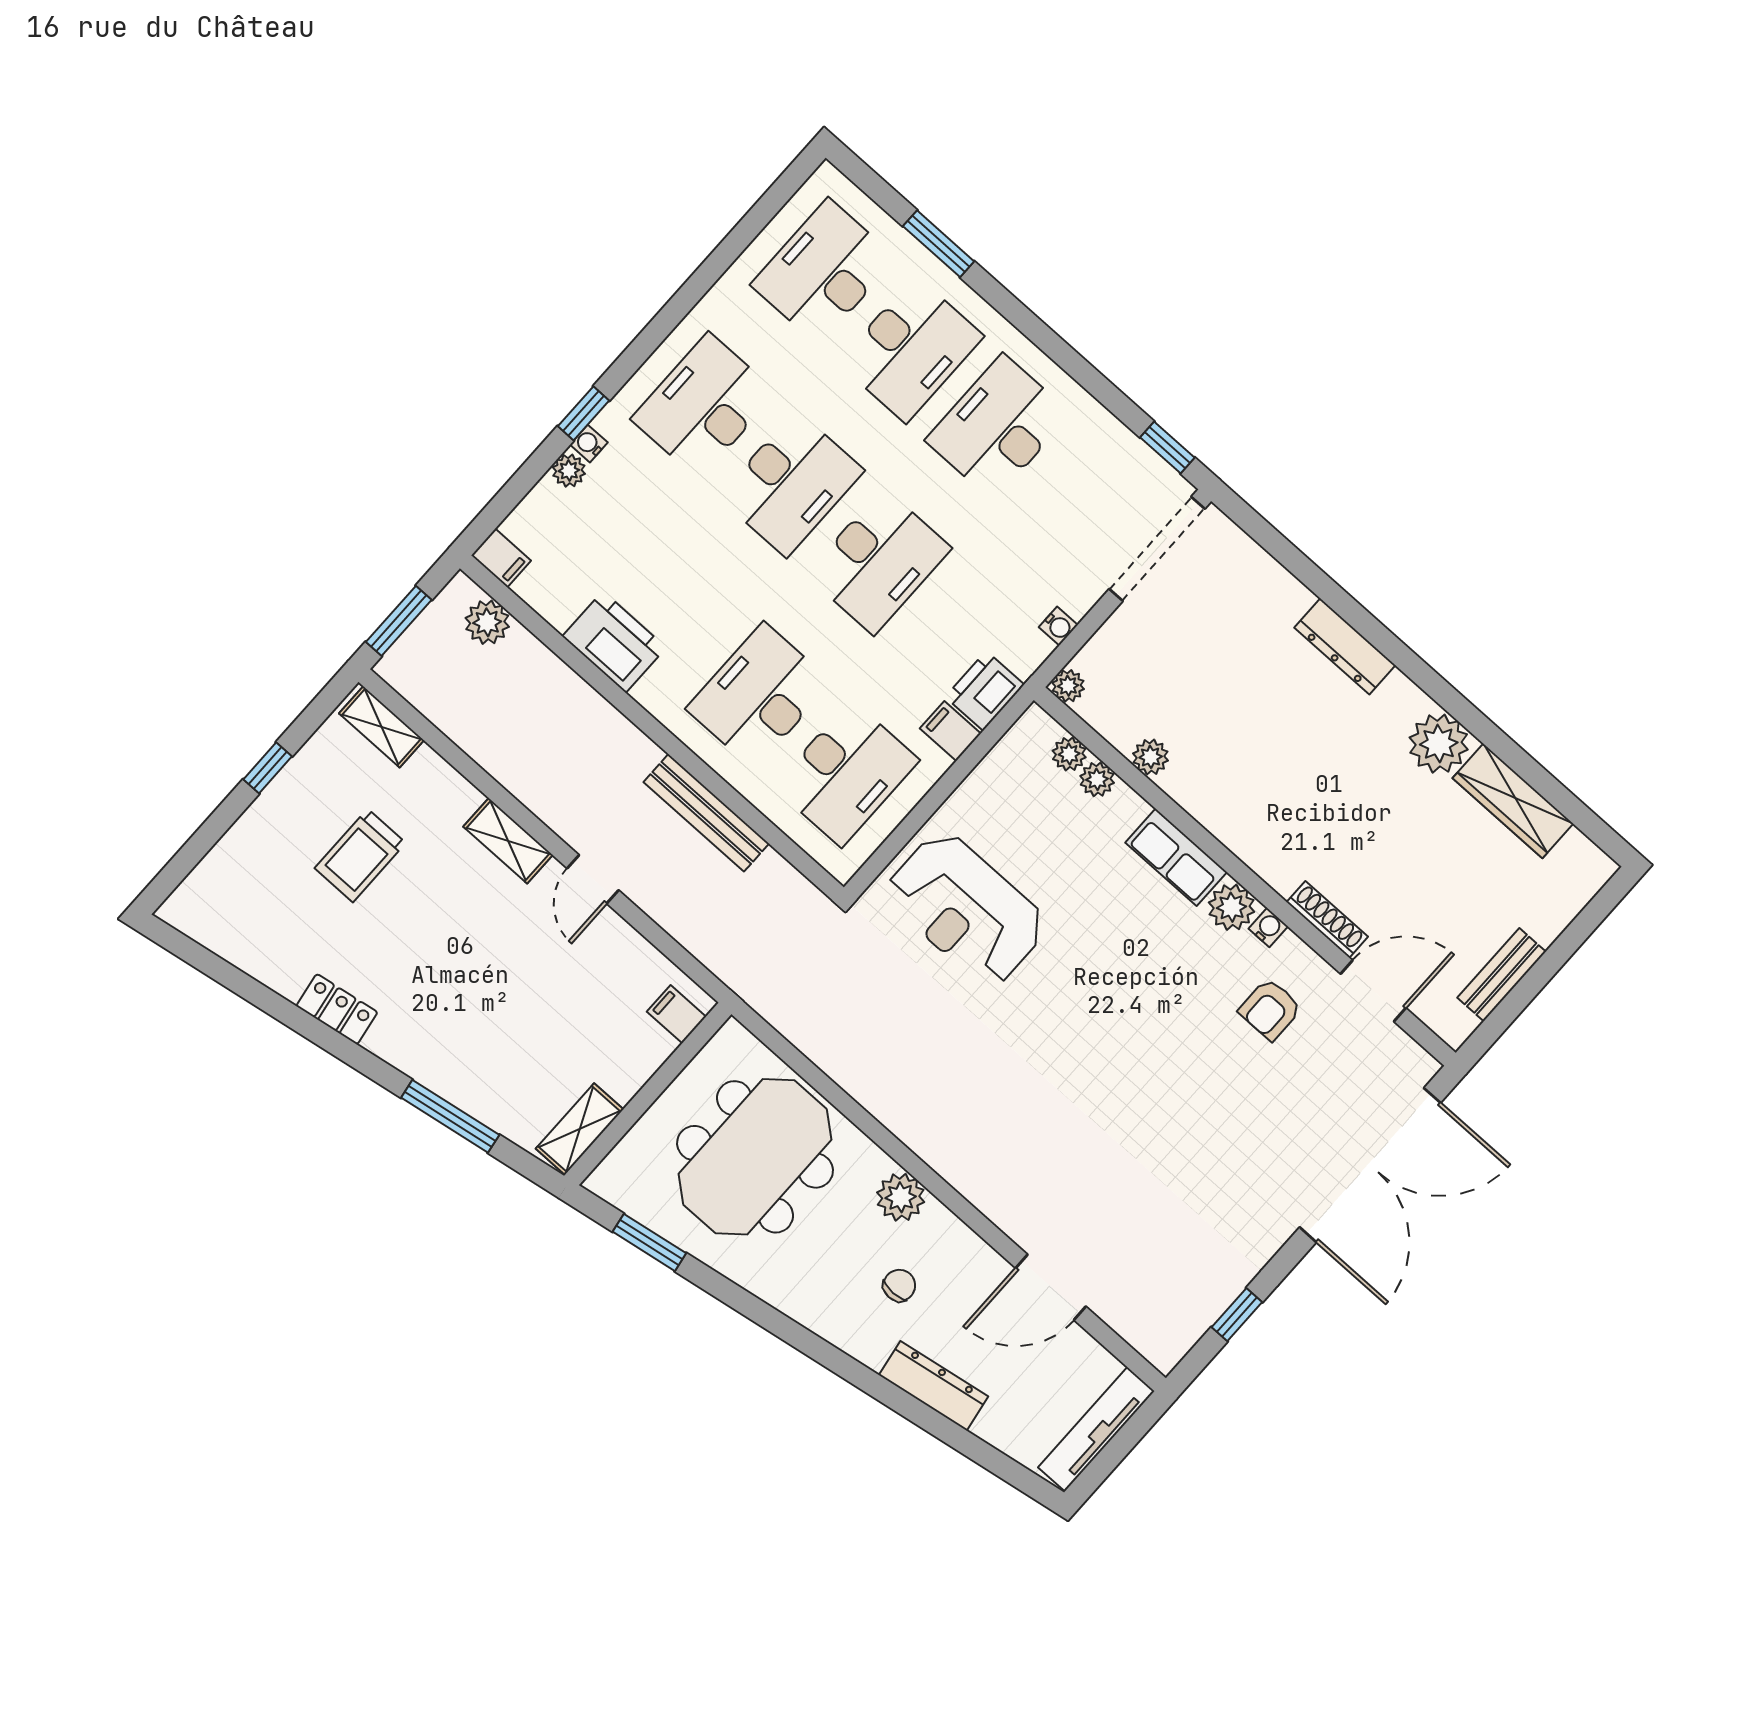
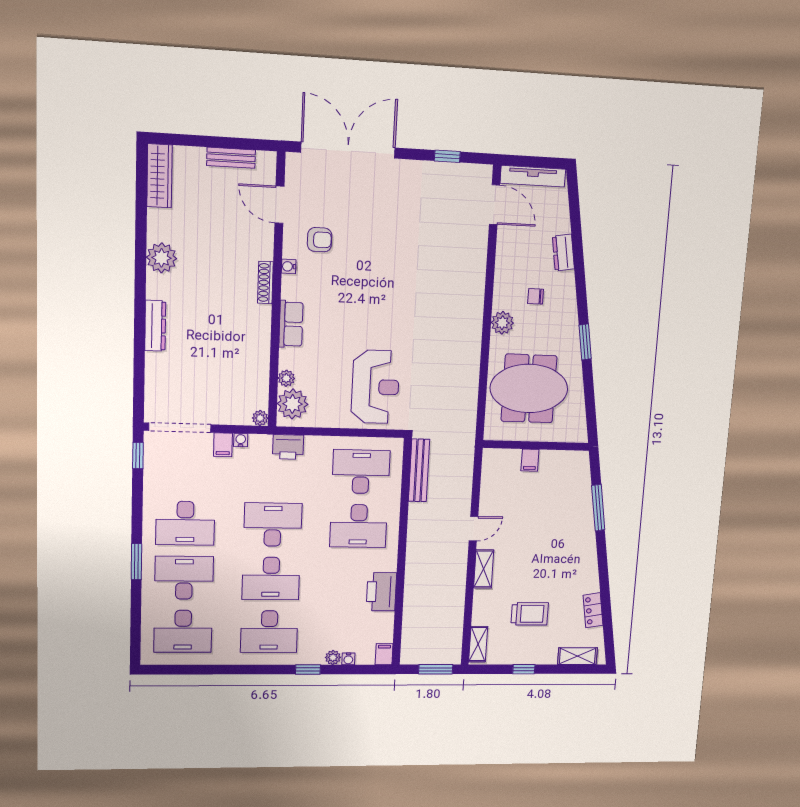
window: (939, 244) -> (137, 562), moved
water cooler: (589, 444) -> (348, 659), moved
desk: (791, 484) -> (271, 579), turned 180
plant: (487, 622) -> (411, 640), removed
filing cabinet: (950, 731) -> (223, 445), moved
plant: (1069, 754) -> (292, 404), width x1.87, depth x1.87
plant: (1151, 757) -> (261, 365), removed
wardrobe: (1513, 801) -> (159, 176), moved
bench: (706, 813) -> (419, 470), moved
plant: (1232, 907) -> (293, 287), removed
shoe rack: (1327, 919) -> (265, 283), moved
locker: (337, 1009) -> (593, 610), moved
filing cabinet: (676, 1014) -> (530, 460), moved
shelving: (580, 1129) -> (577, 656), moved
window: (649, 1242) -> (585, 342), moved
door: (1051, 1287) -> (495, 205), moved
dresser: (933, 1386) -> (563, 253), width x0.70

